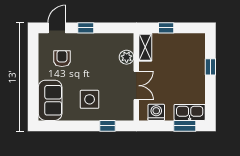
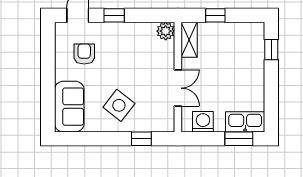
plant: (127, 57) -> (166, 31), moved
window: (210, 67) -> (271, 50), moved
side table: (90, 99) -> (119, 105), turned 38

